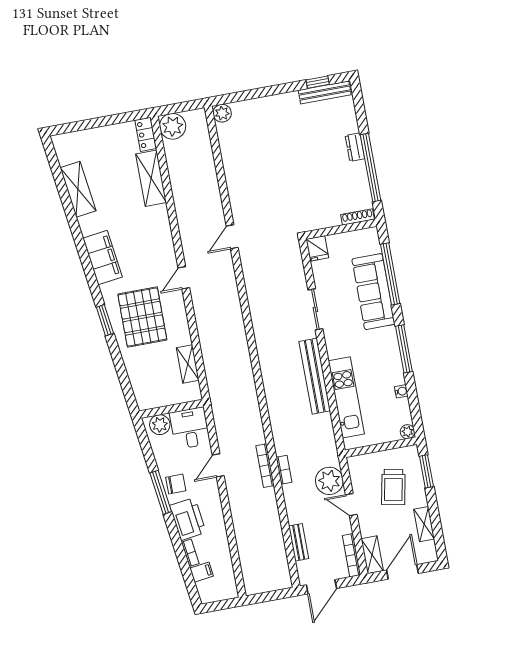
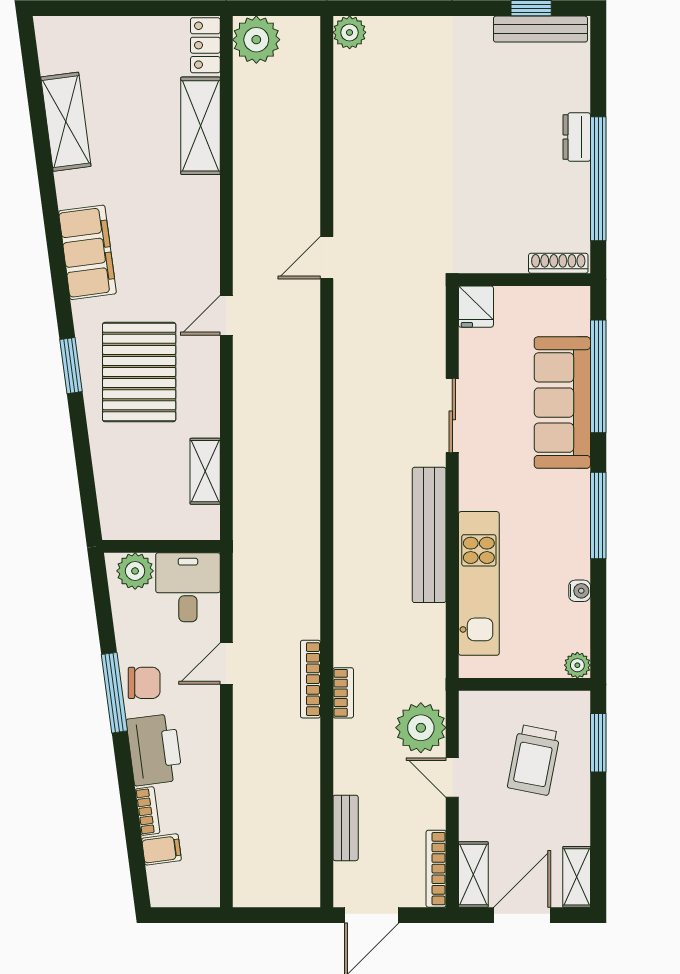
shelving: (424, 524) -> (577, 877), moved

